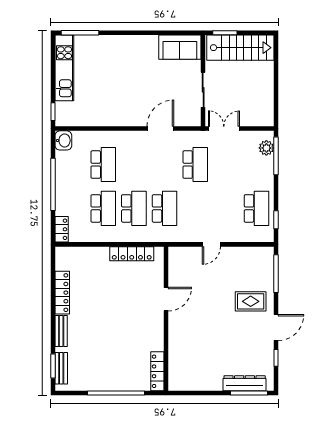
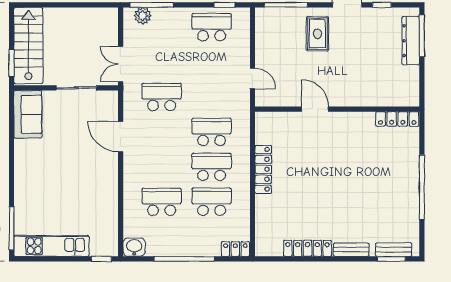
door: (166, 299) -> (315, 109), moved
wall: (166, 319) -> (337, 109), moved
locker: (157, 371) -> (397, 119), moved

